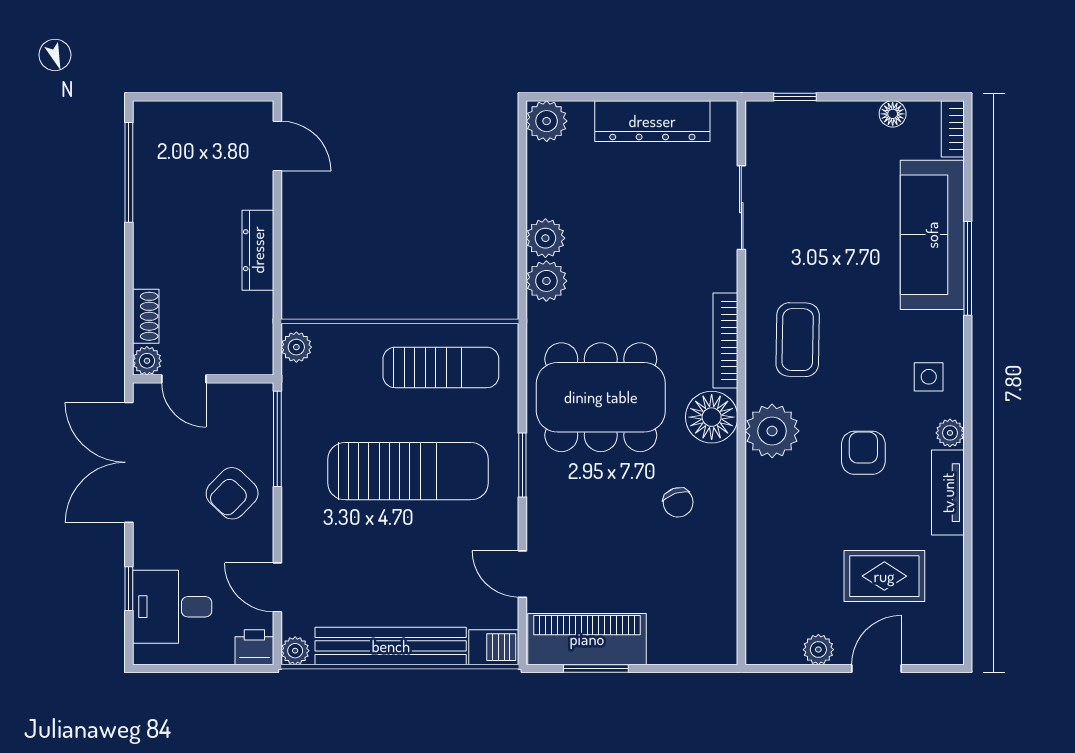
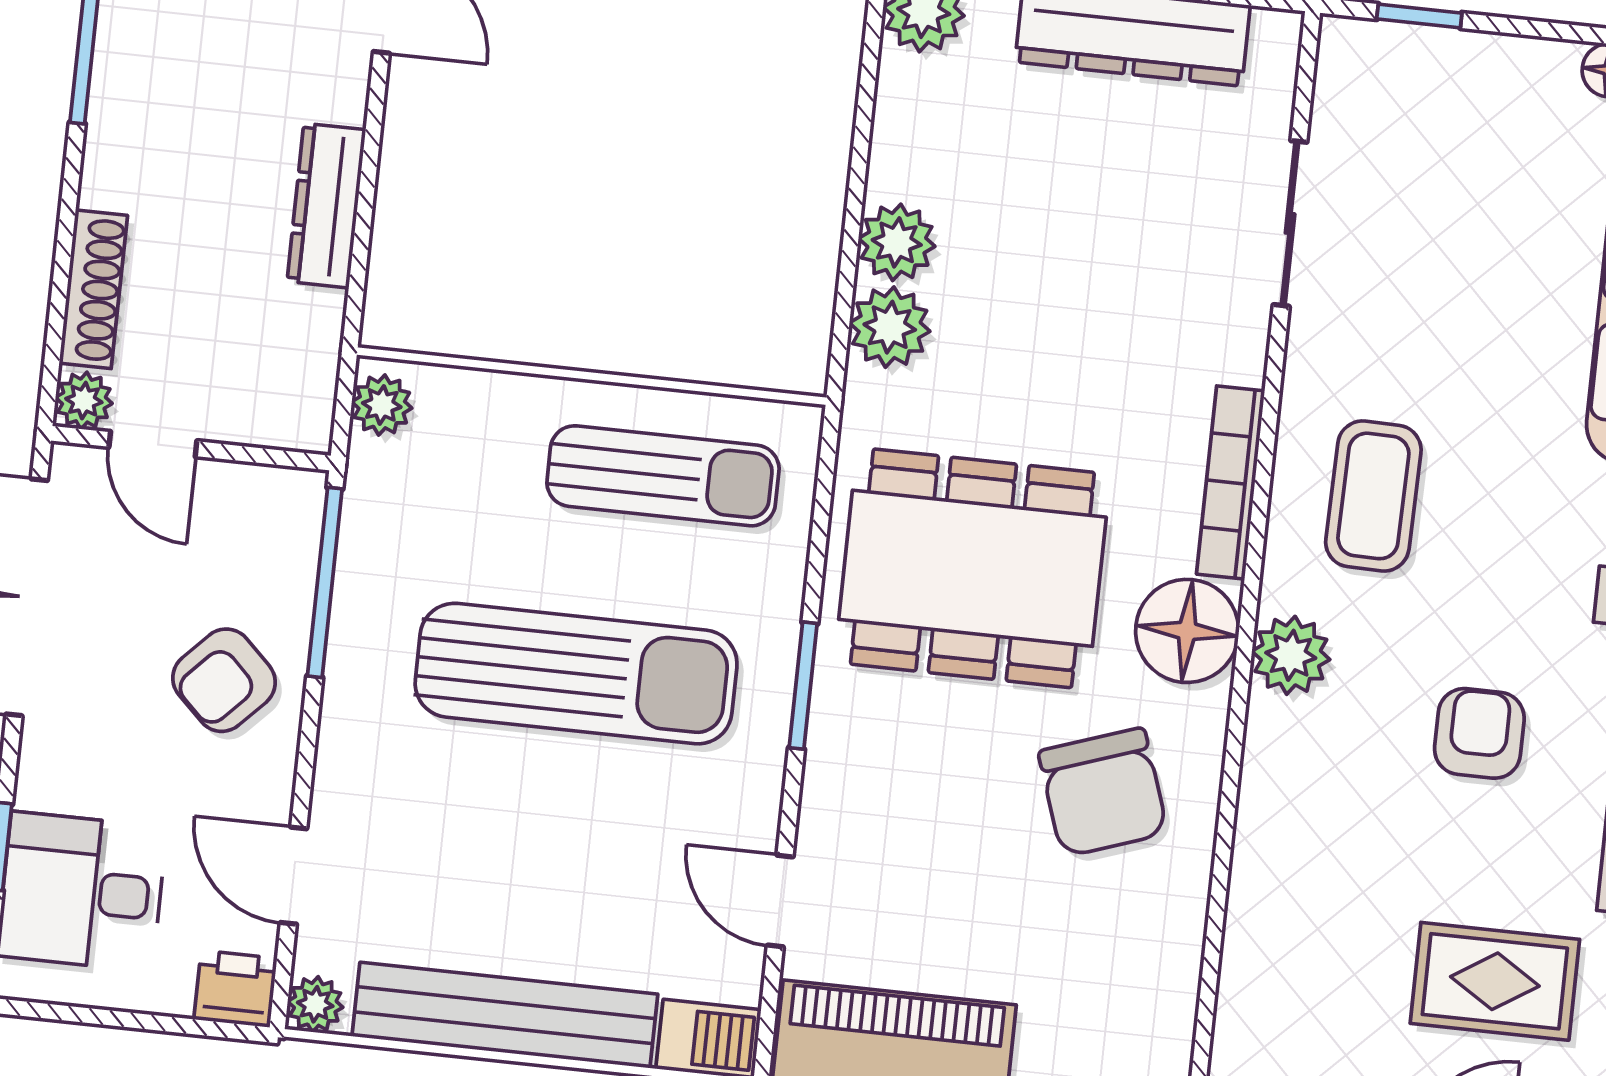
shoe rack: (146, 316) -> (93, 289), width x1.43
plant: (772, 431) -> (1291, 655), width x0.73, depth x0.73
chair: (678, 502) -> (1103, 792), width x1.87, depth x1.87

